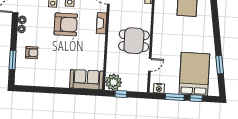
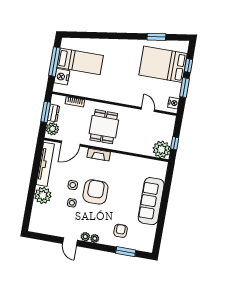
dining table: (134, 41) -> (104, 127), moved
sofa: (86, 80) -> (151, 201), moved, width x1.36

